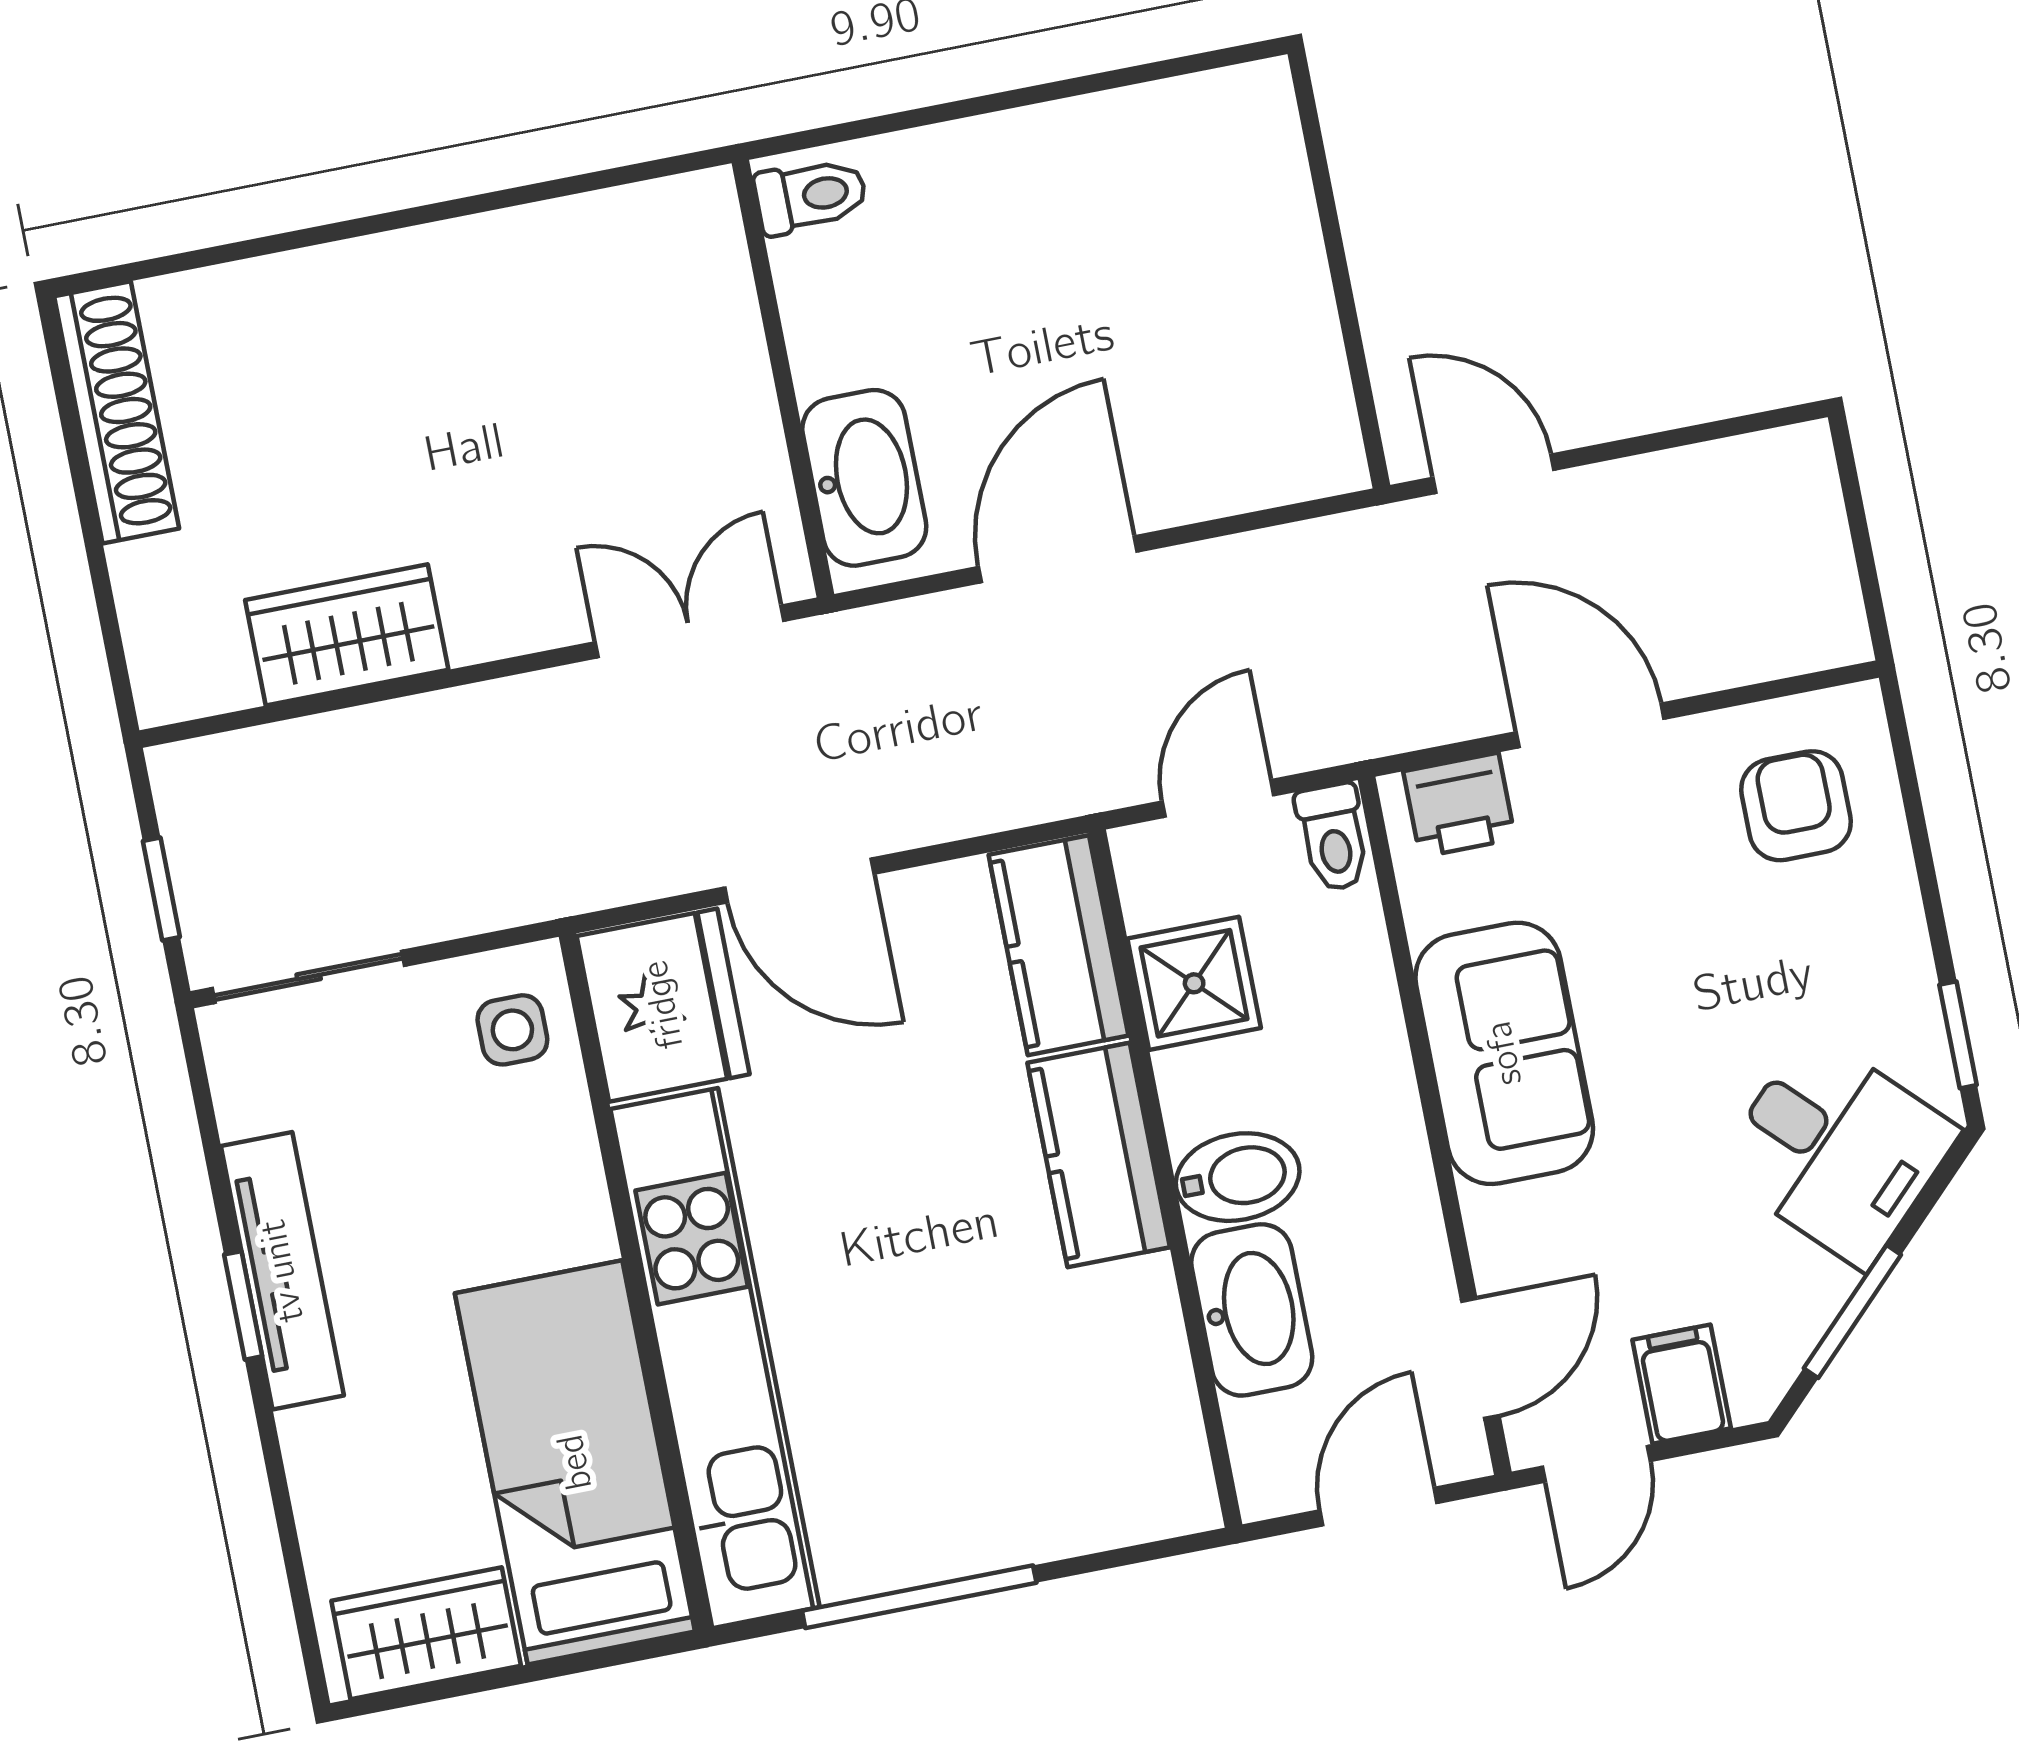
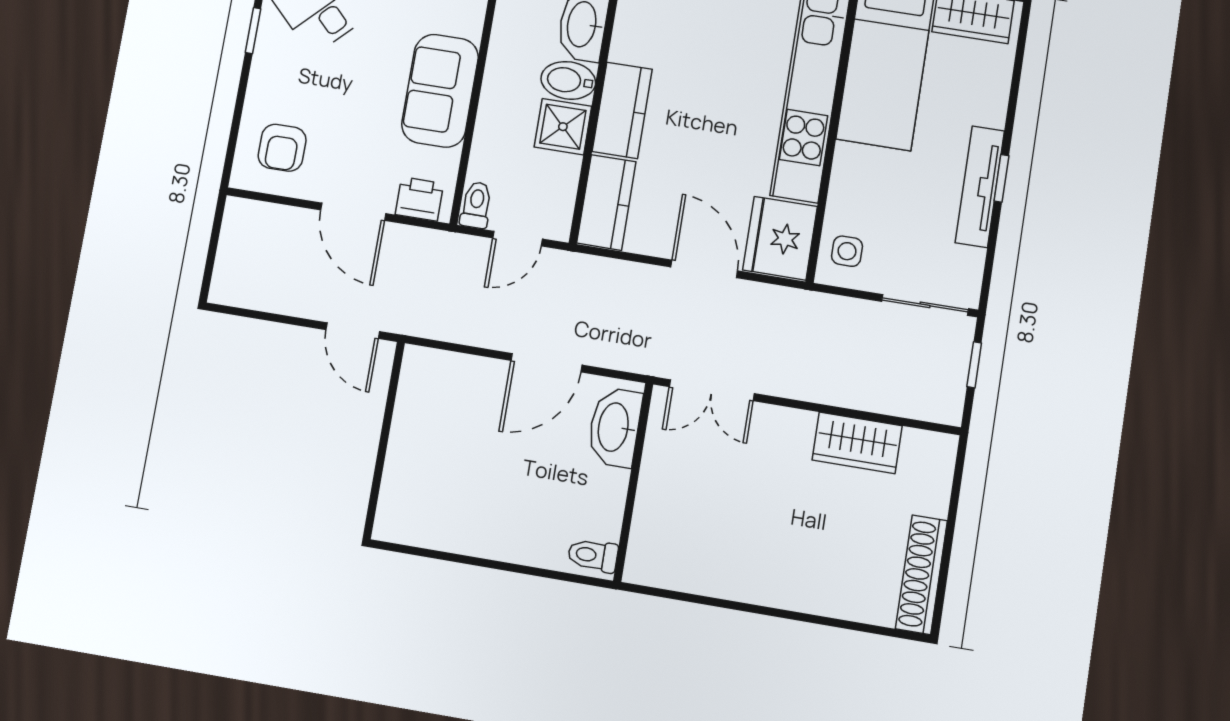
shower: (1194, 983) -> (563, 127), moved

